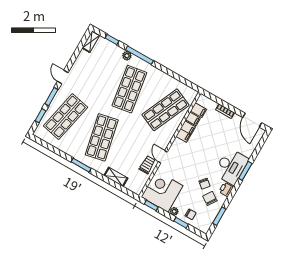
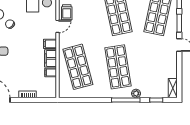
shop shelf: (166, 110) -> (78, 67), turned -39
filing cabinet: (199, 110) -> (50, 44), moved
door: (163, 157) -> (58, 26), hinge flipped

